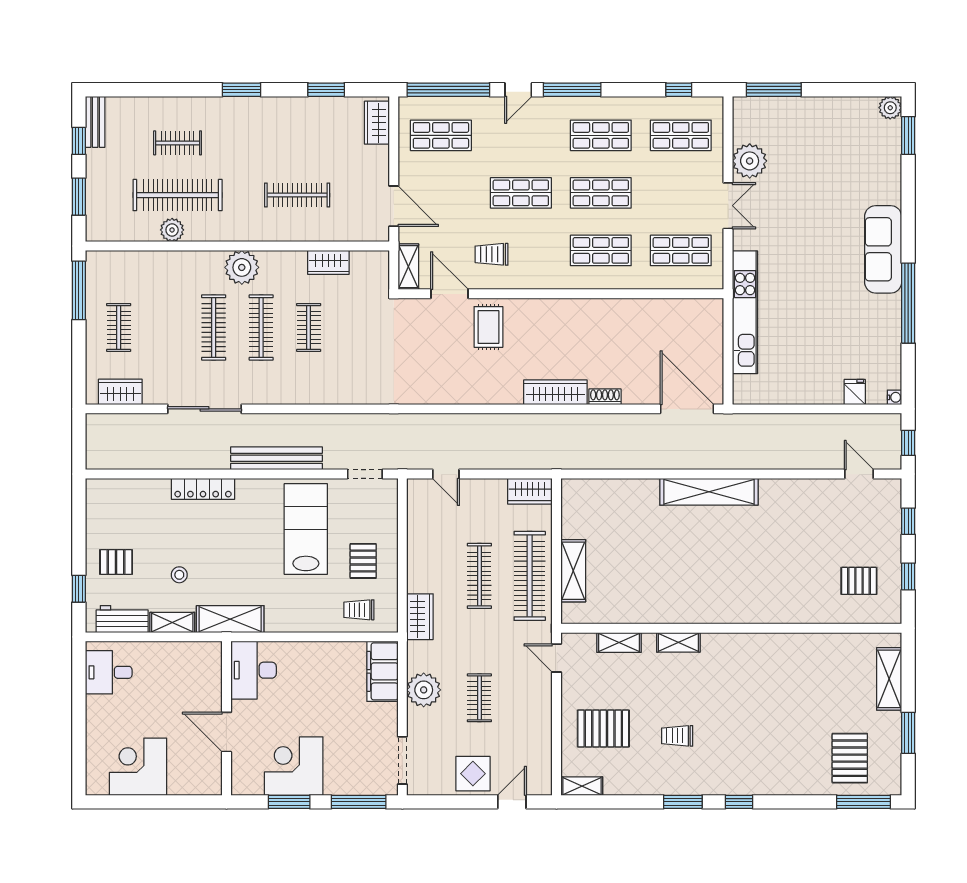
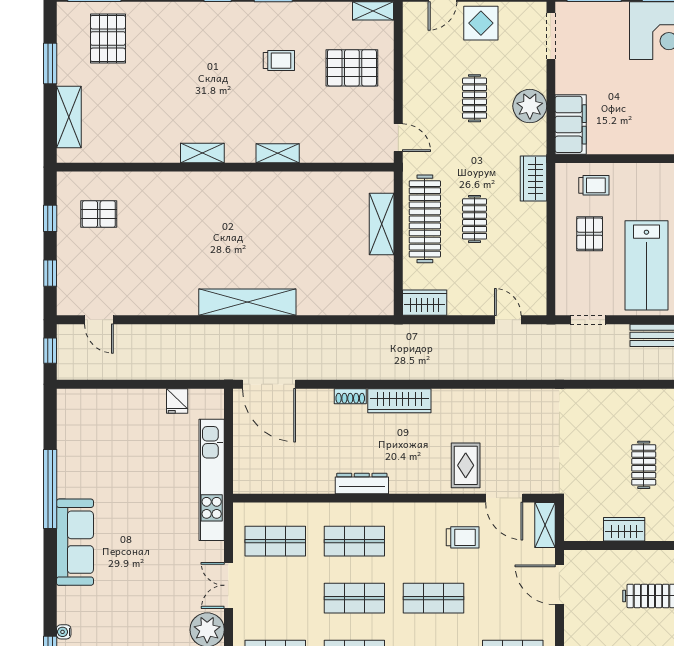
dresser: (593, 309) -> (362, 484), added
fridge: (855, 392) -> (177, 401), moved
water cooler: (894, 397) -> (64, 632), moved
clothes rail: (479, 576) -> (475, 219), width x0.73
shelving: (619, 642) -> (202, 153), moved

